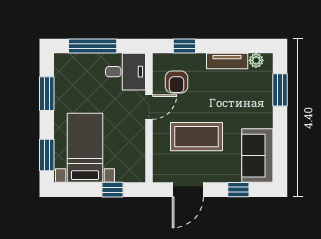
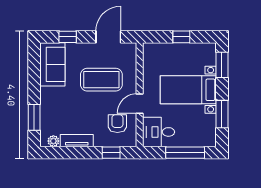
bed with nightstands: (85, 148) -> (188, 90), moved, turned 90
window: (113, 190) -> (181, 37), moved

